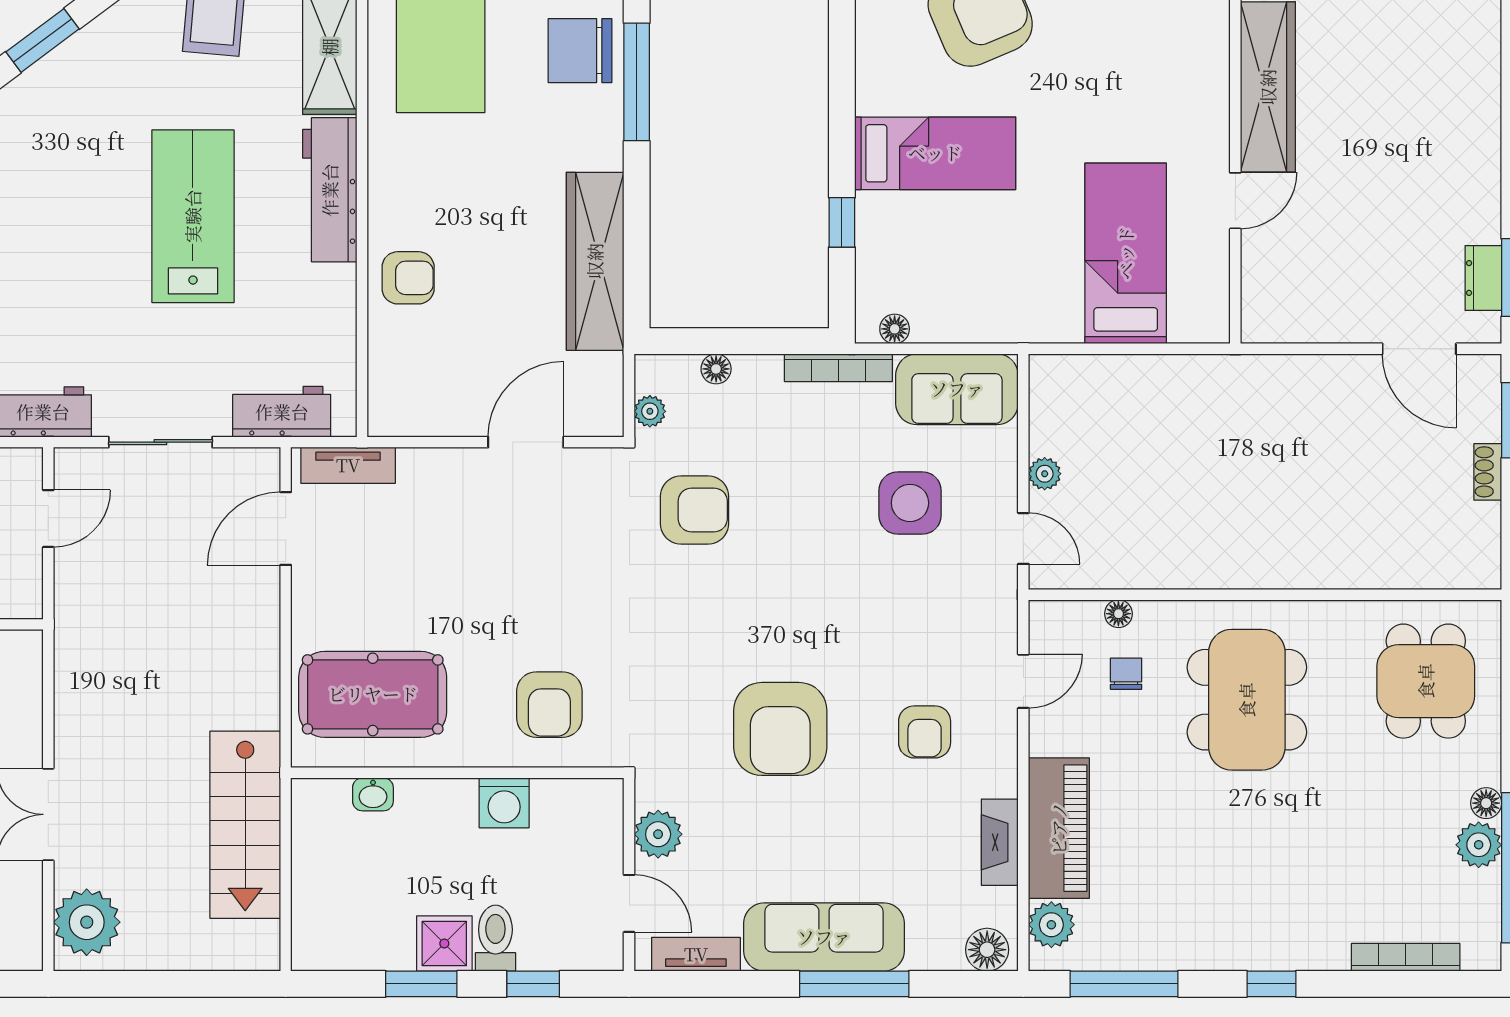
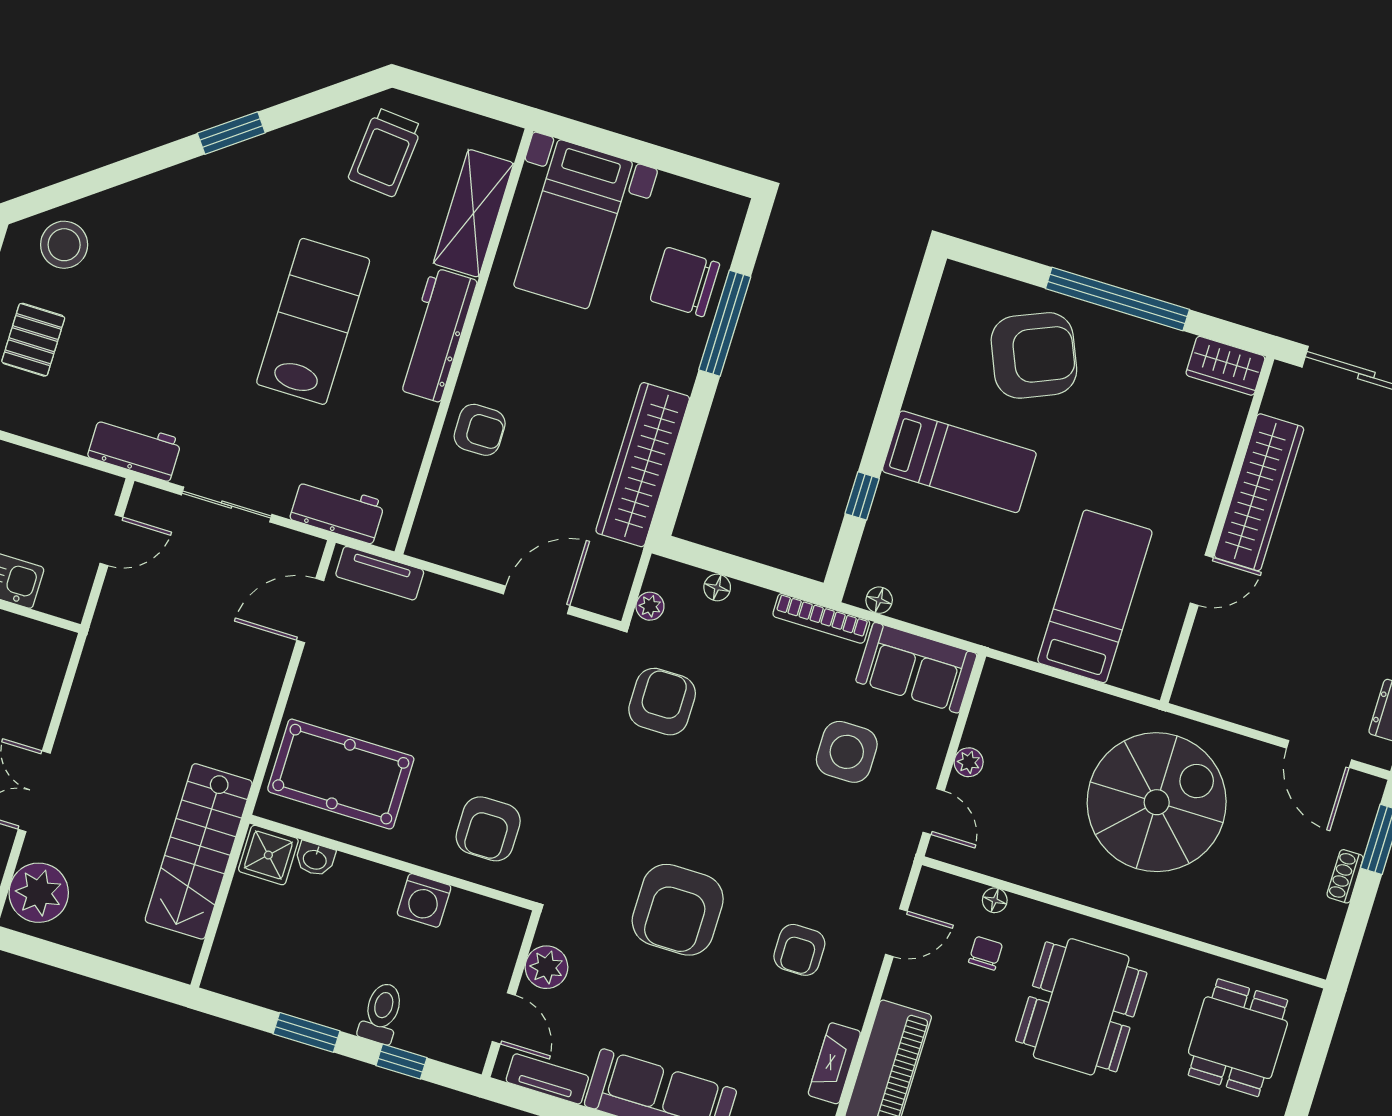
spiral stairs: (1260, 454) -> (1157, 802), added
armchair: (695, 510) -> (662, 702), turned -90
shower: (444, 943) -> (268, 855), moved

